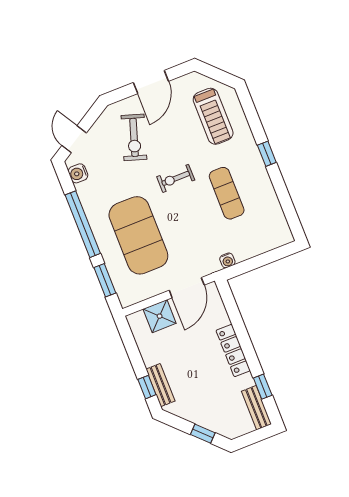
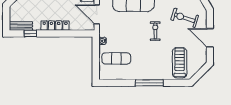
treadmill: (213, 116) -> (180, 63), turned 90
window: (267, 154) -> (149, 83), width x2.17
exercise mat: (227, 193) -> (116, 58), moved

